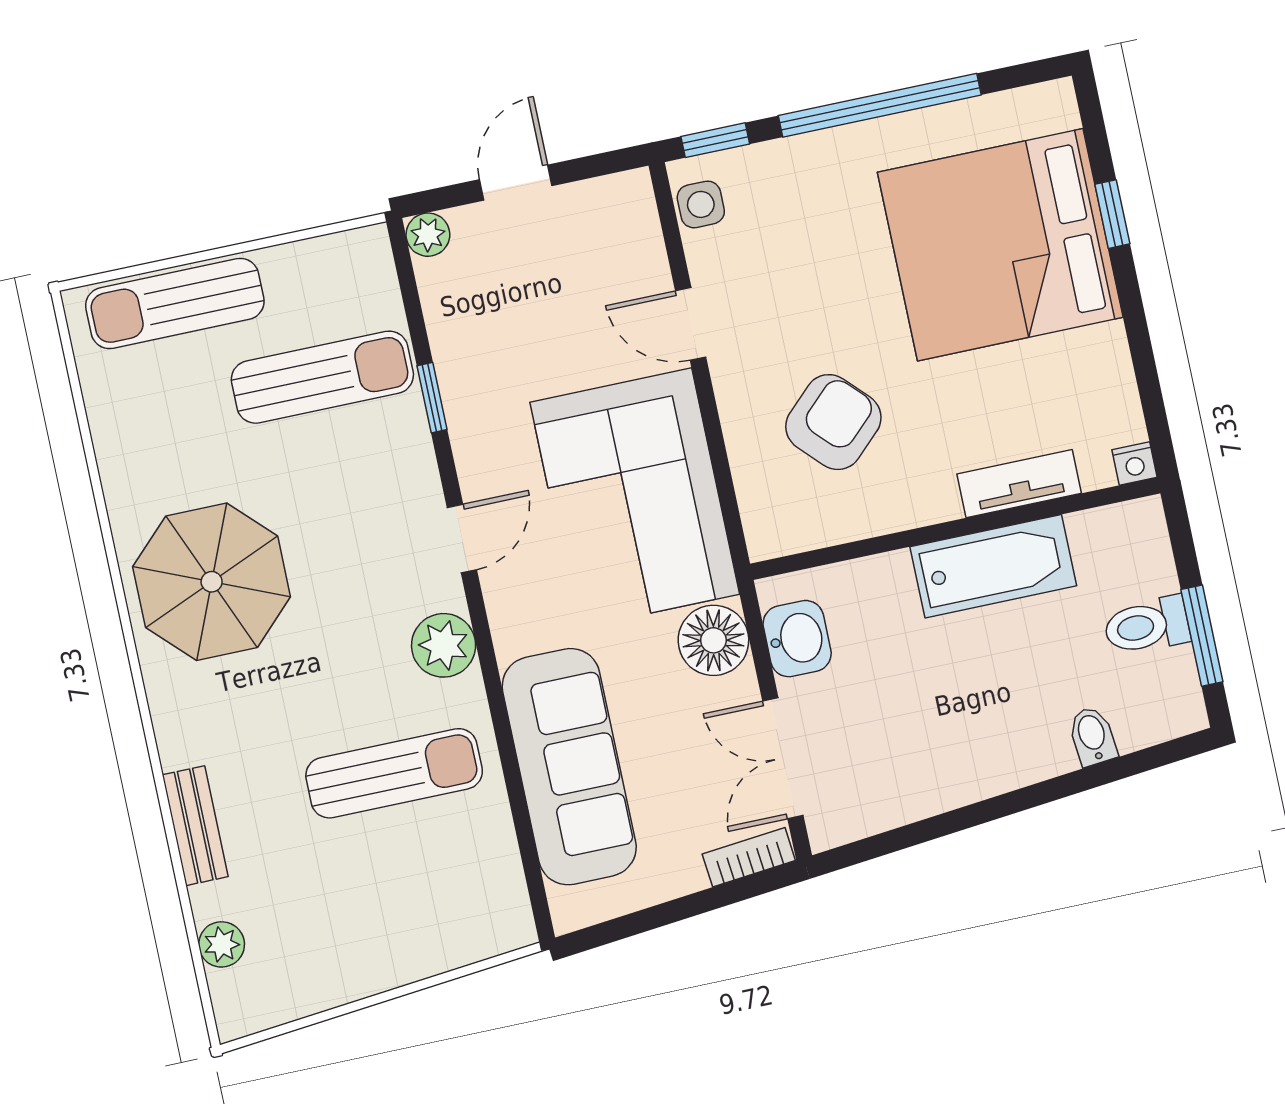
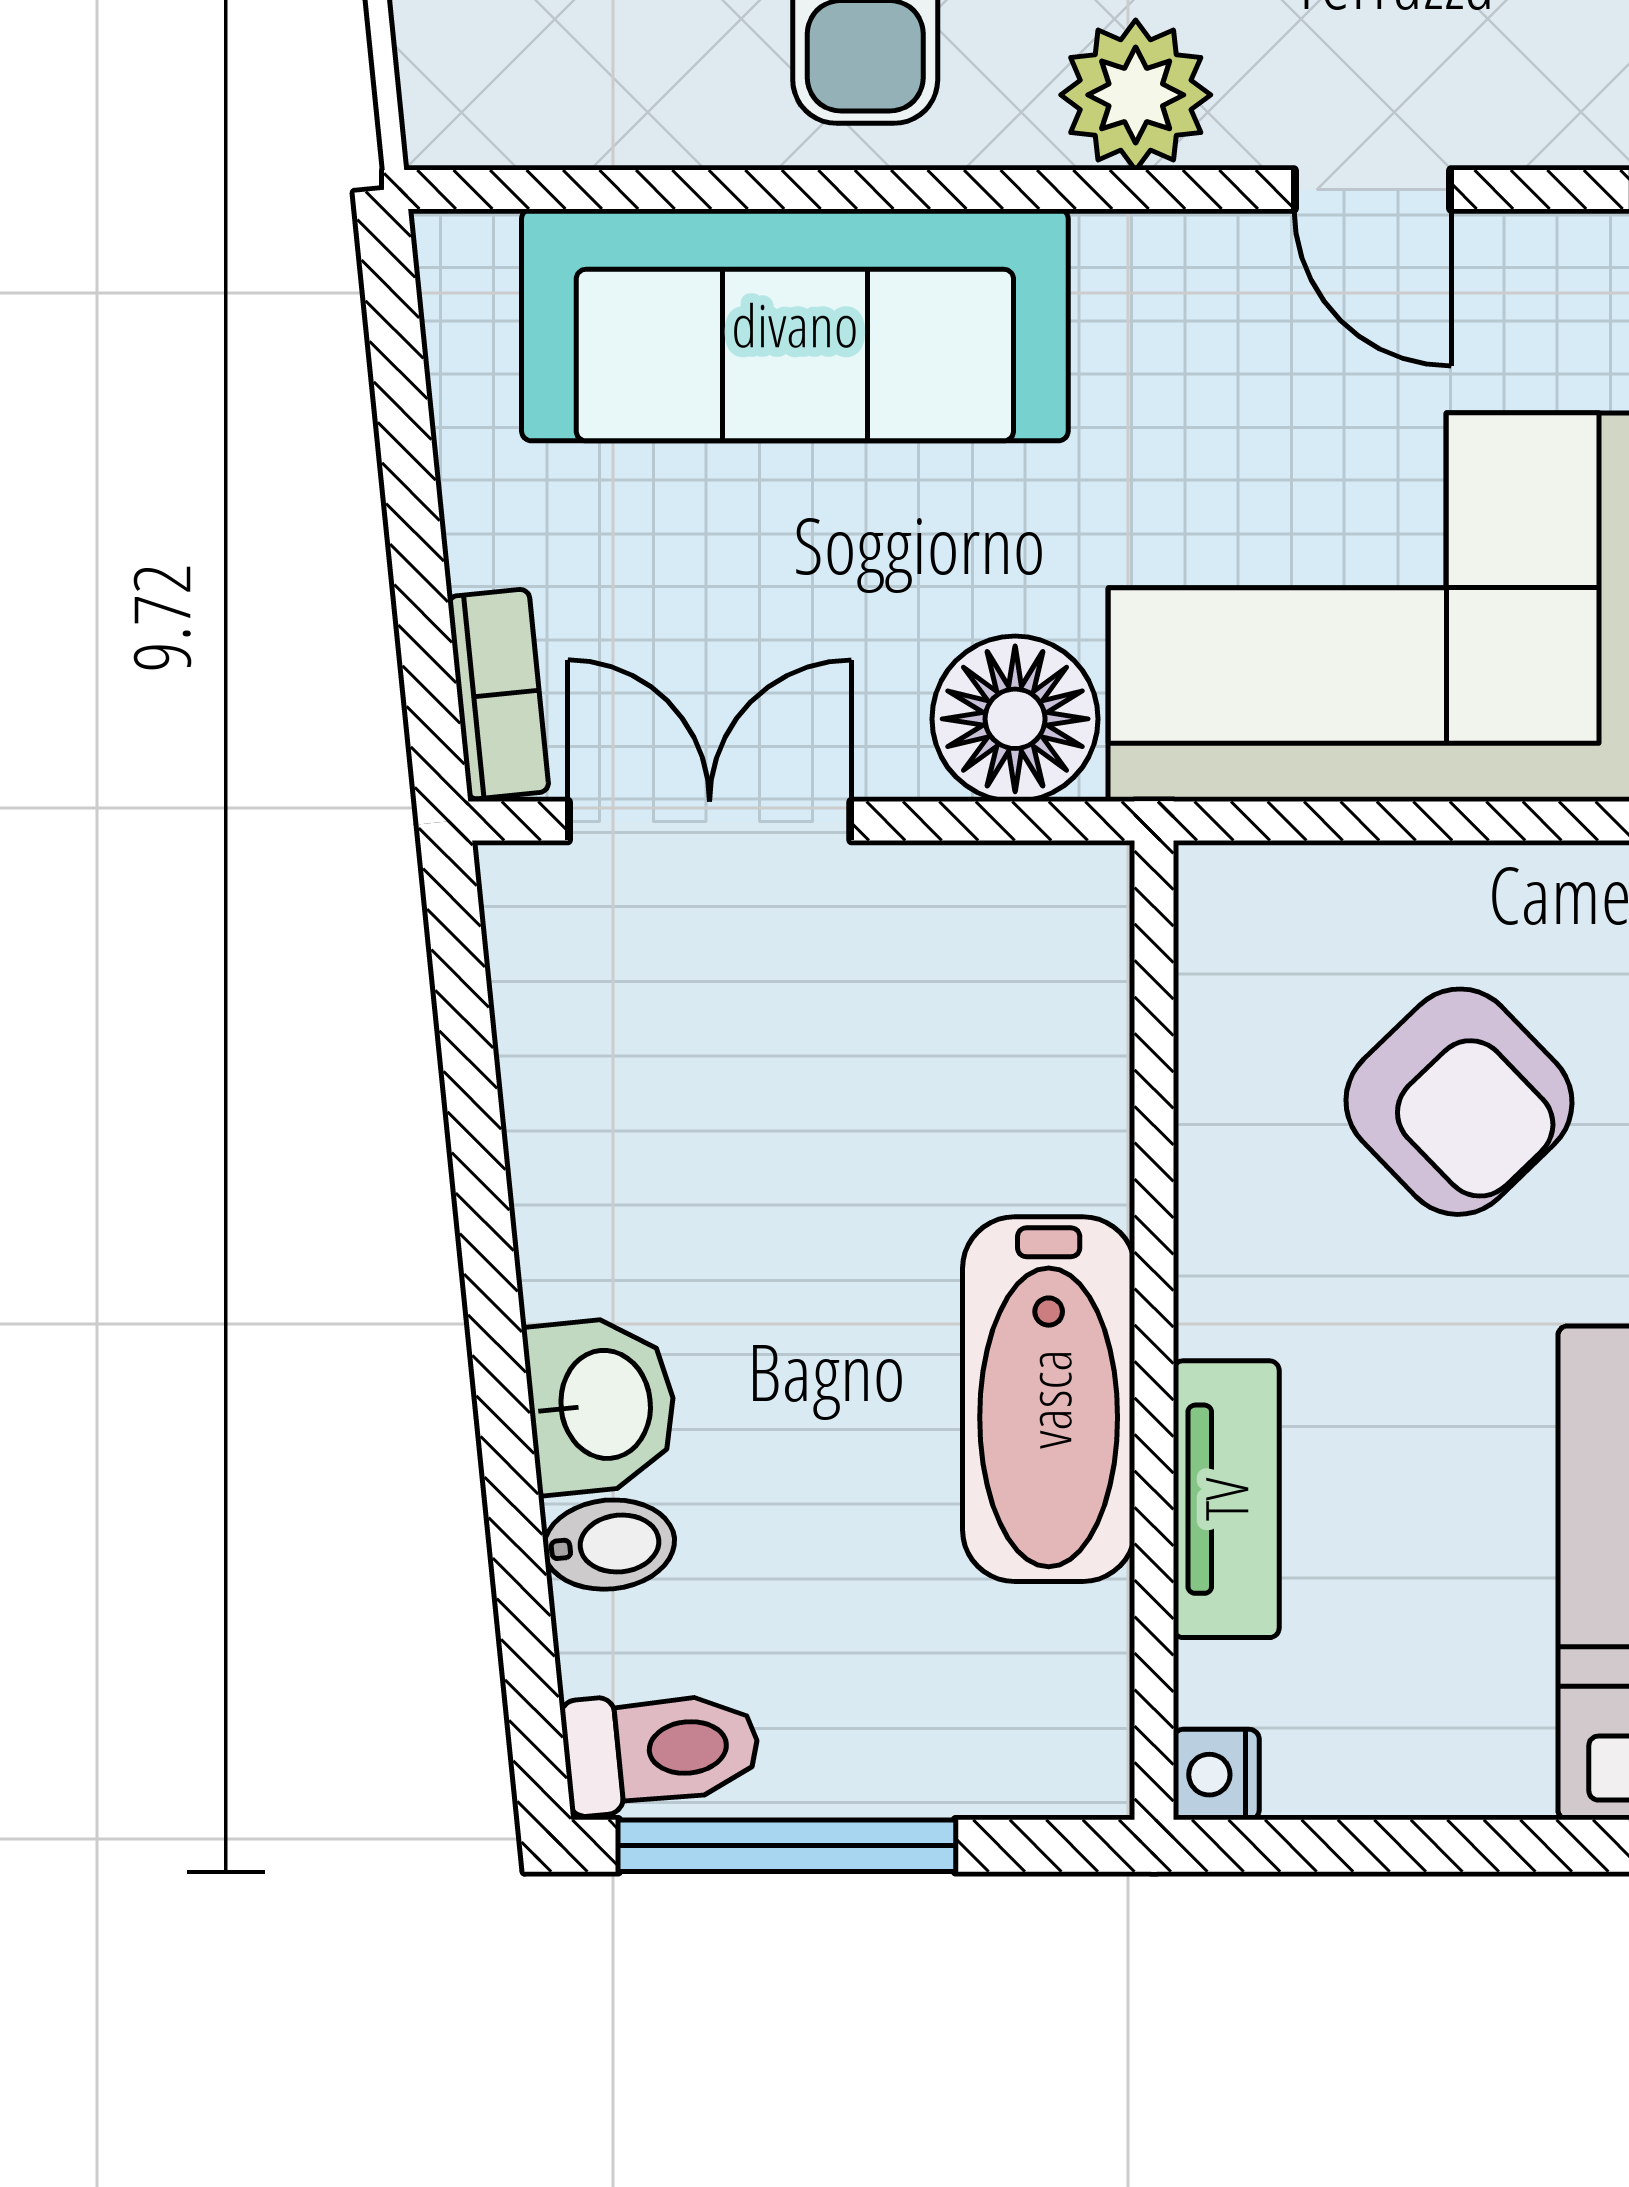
toilet: (1147, 626) -> (661, 1750), moved, turned 84
window: (1202, 636) -> (787, 1846), width x1.44
washbasin: (797, 639) -> (601, 1405), moved, turned -96

